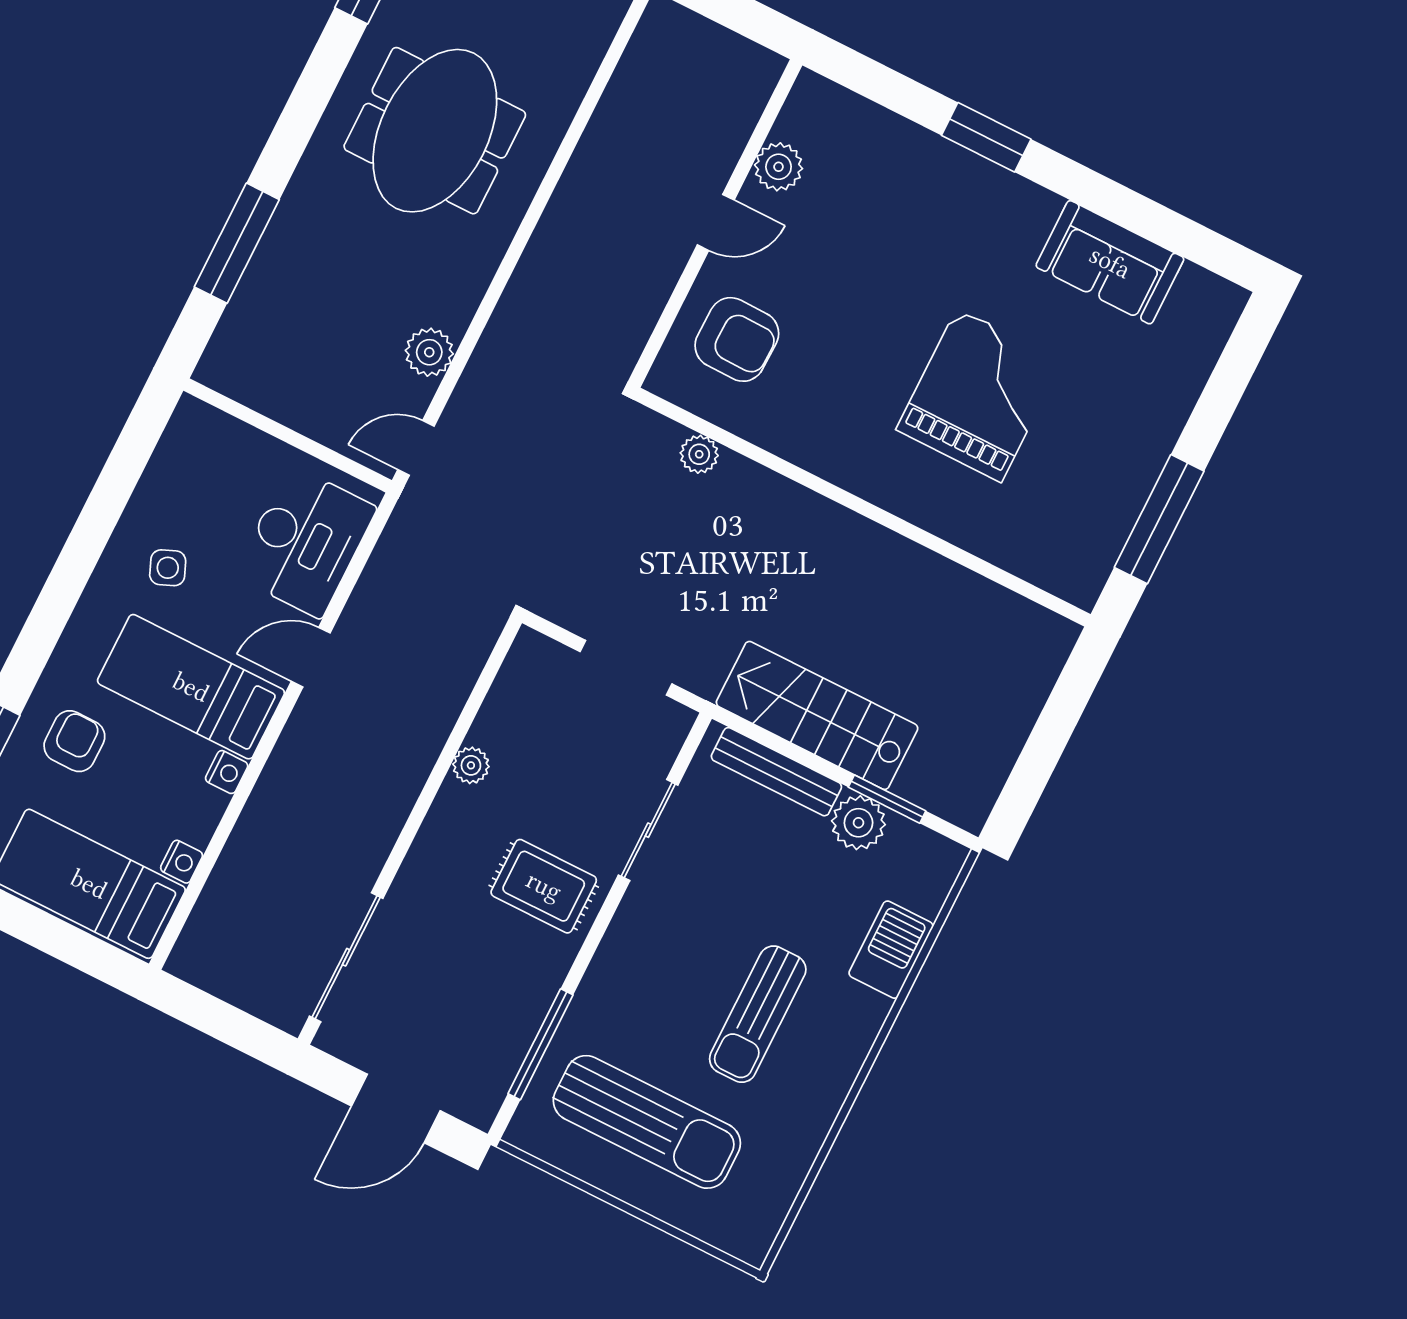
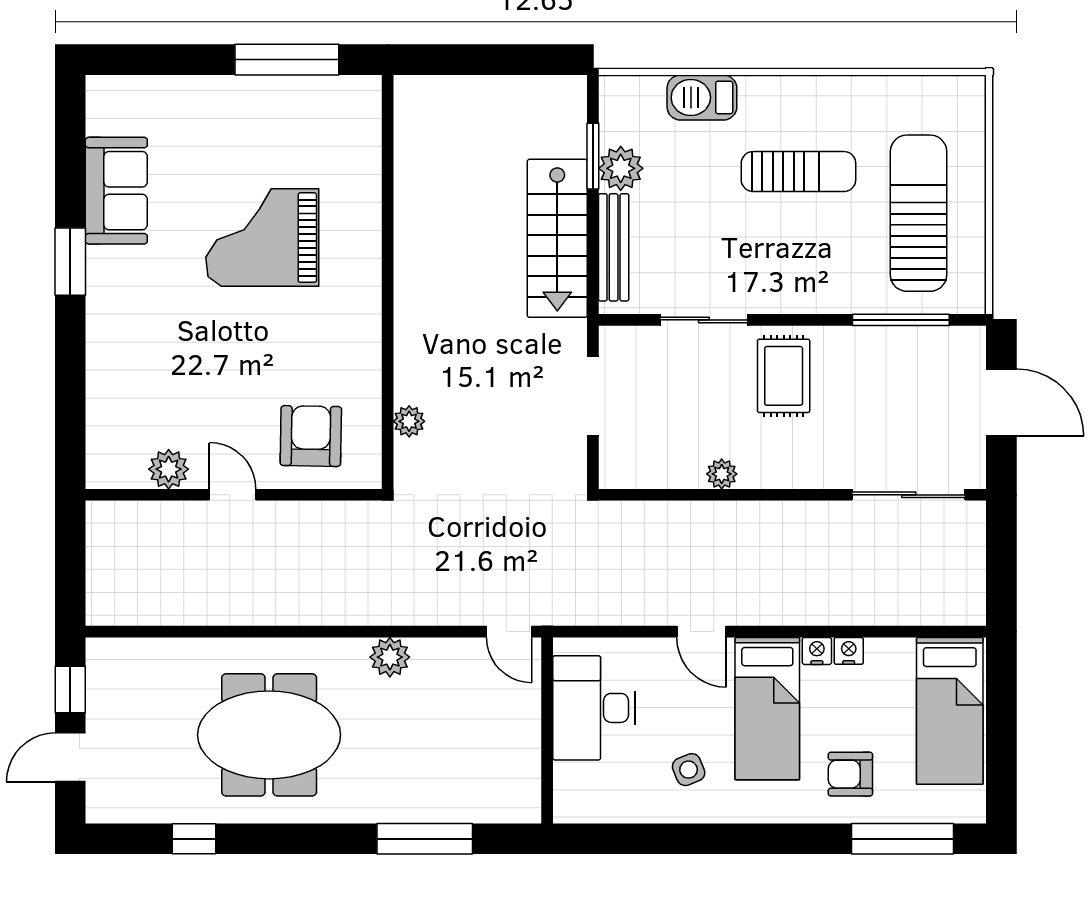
window: (986, 137) -> (70, 262), moved
plant: (429, 352) -> (390, 657), moved
desk: (305, 542) -> (594, 708), moved, turned -90
nightstand: (182, 862) -> (849, 651), moved

